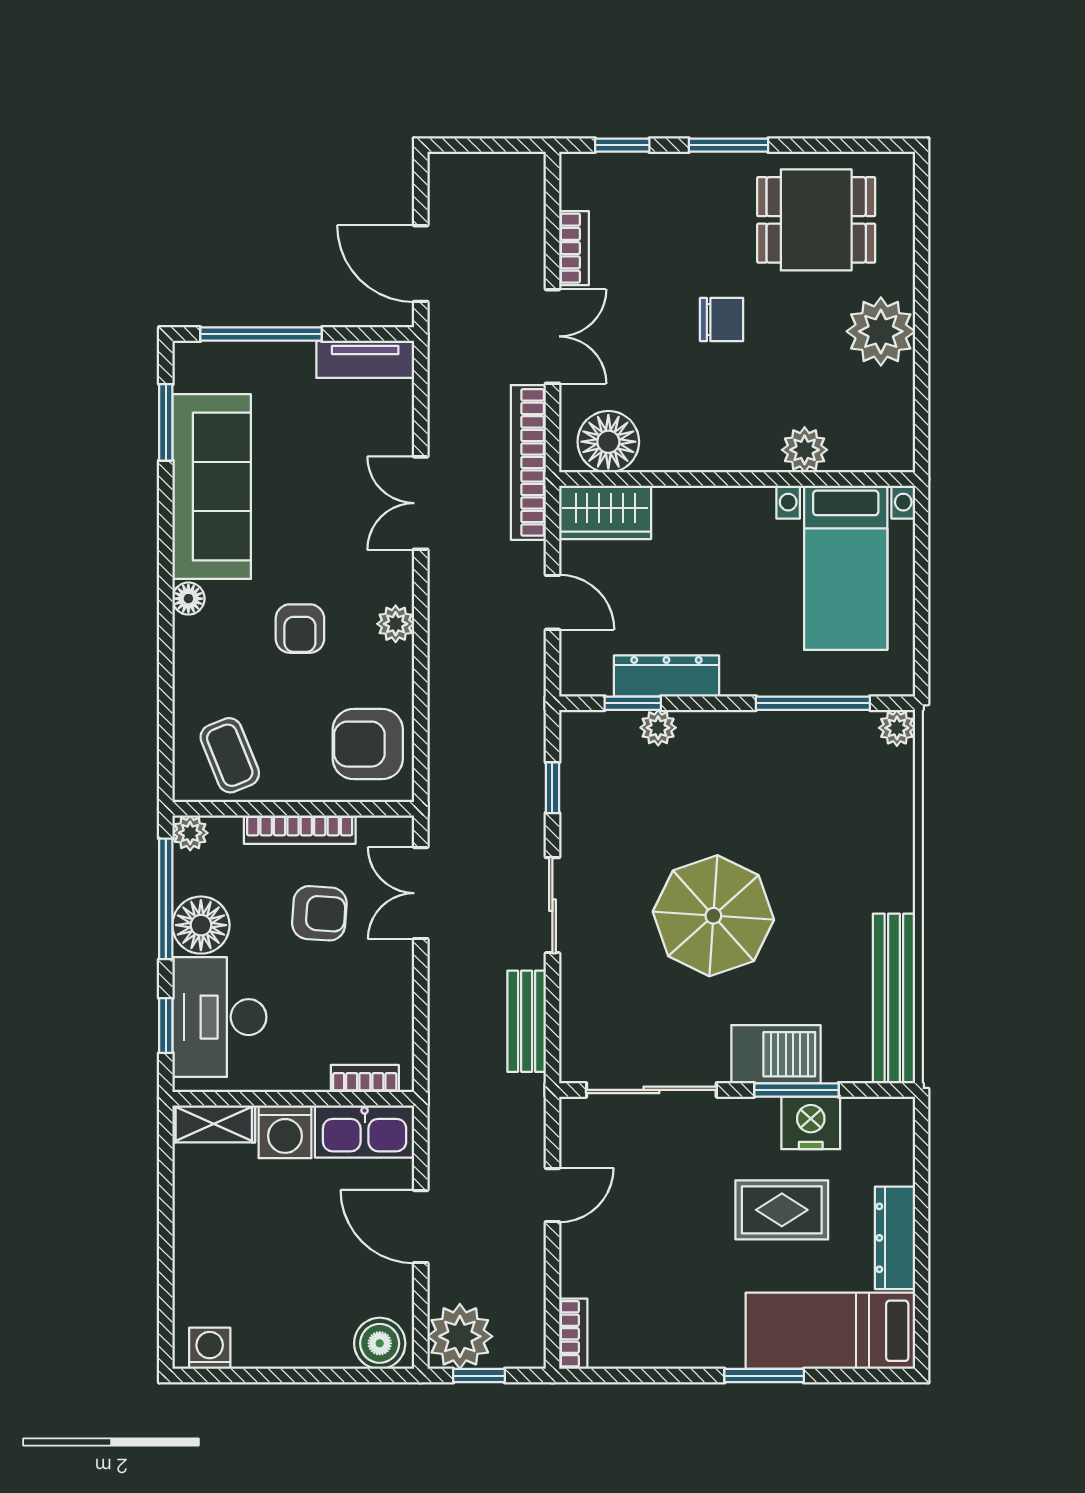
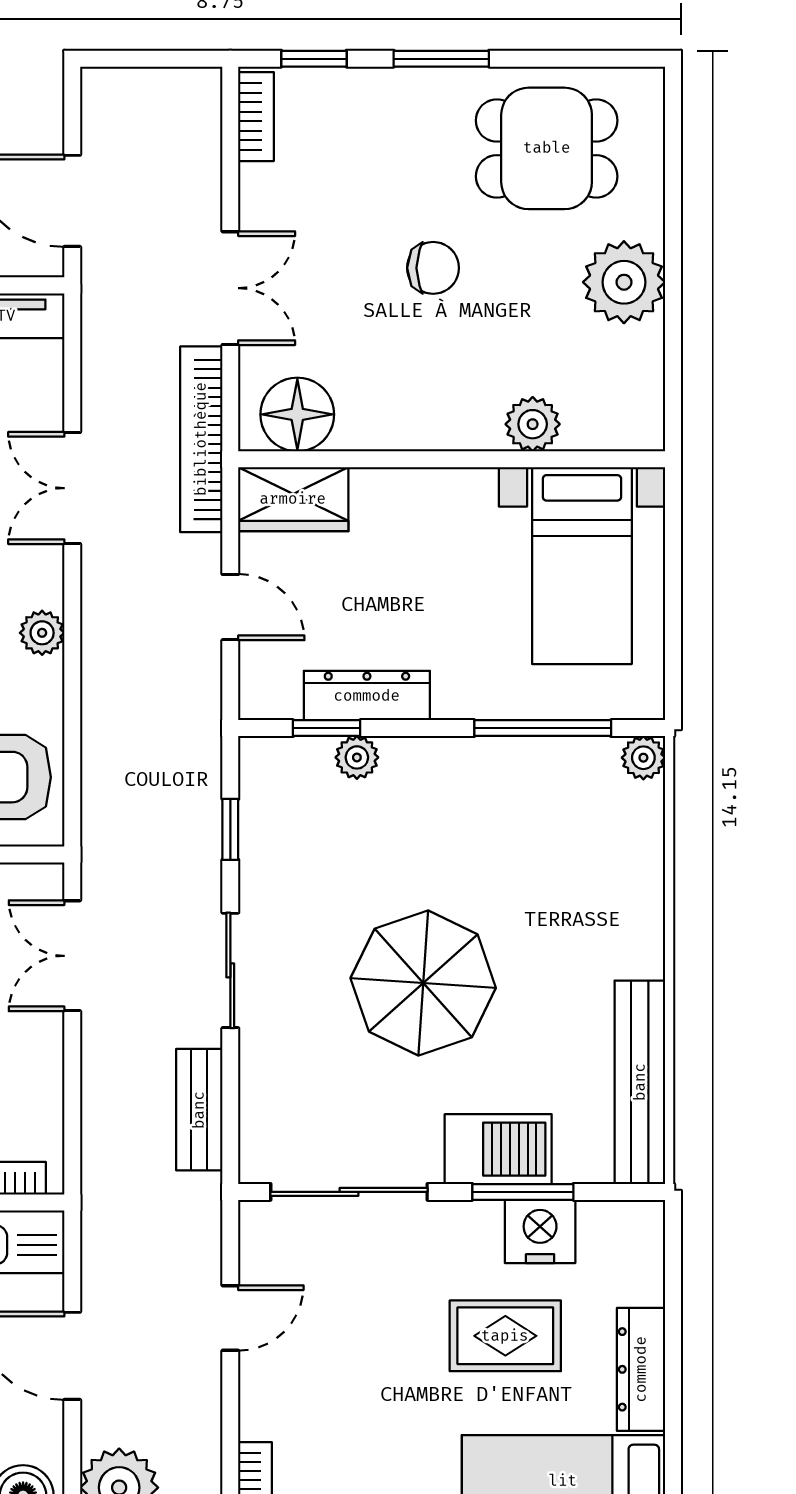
bookcase: (574, 248) -> (256, 117), moved

